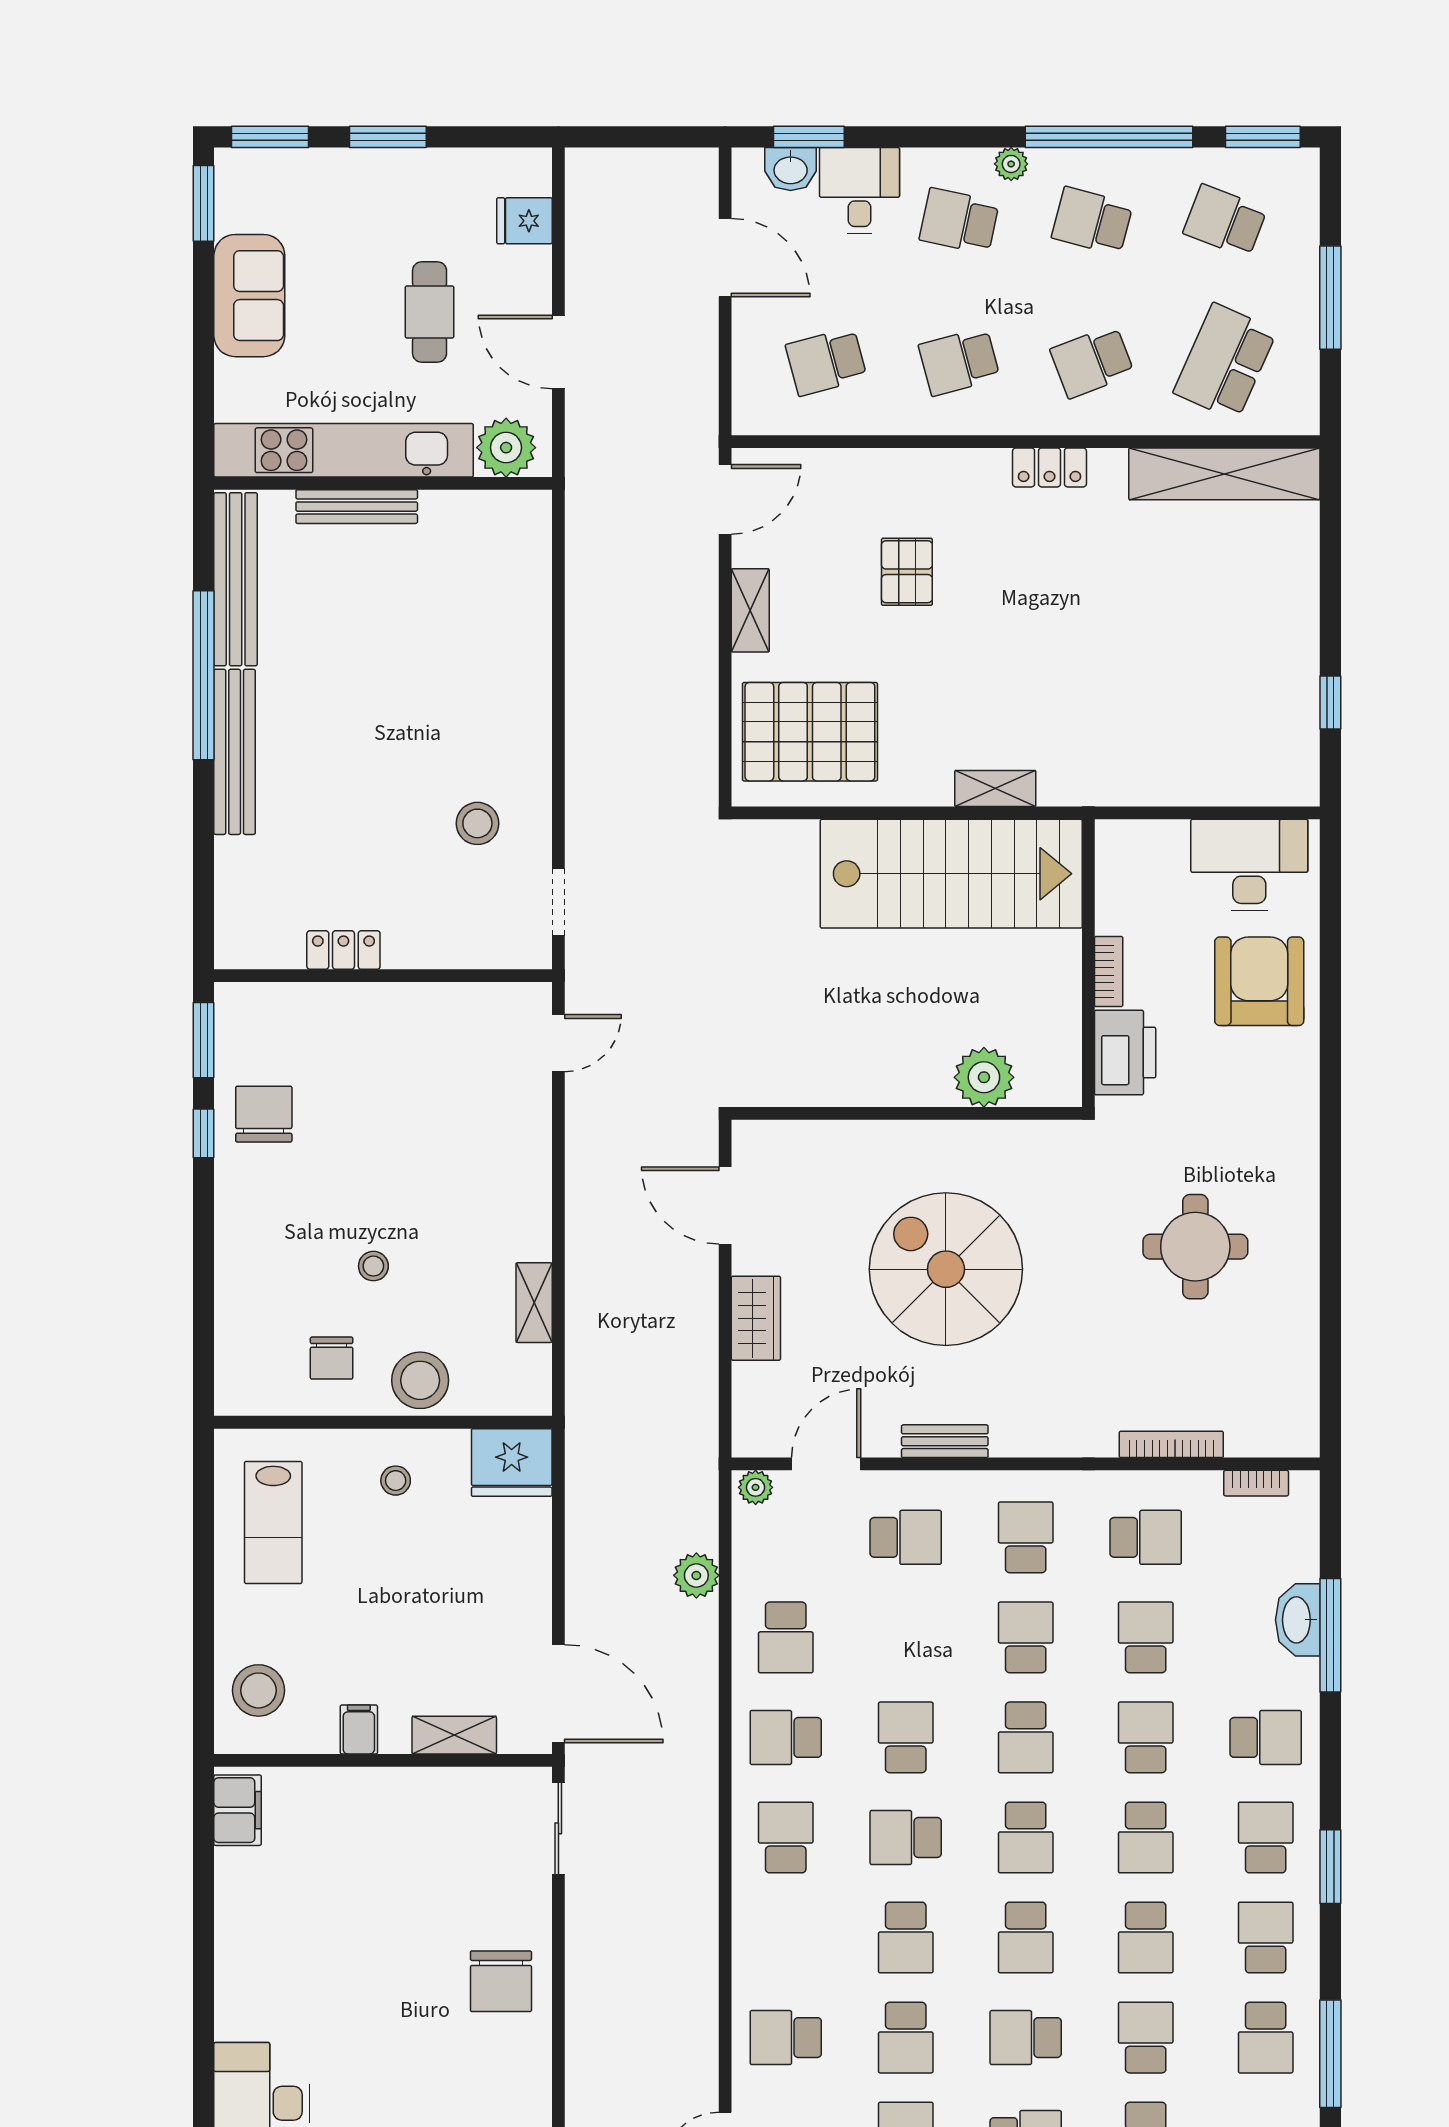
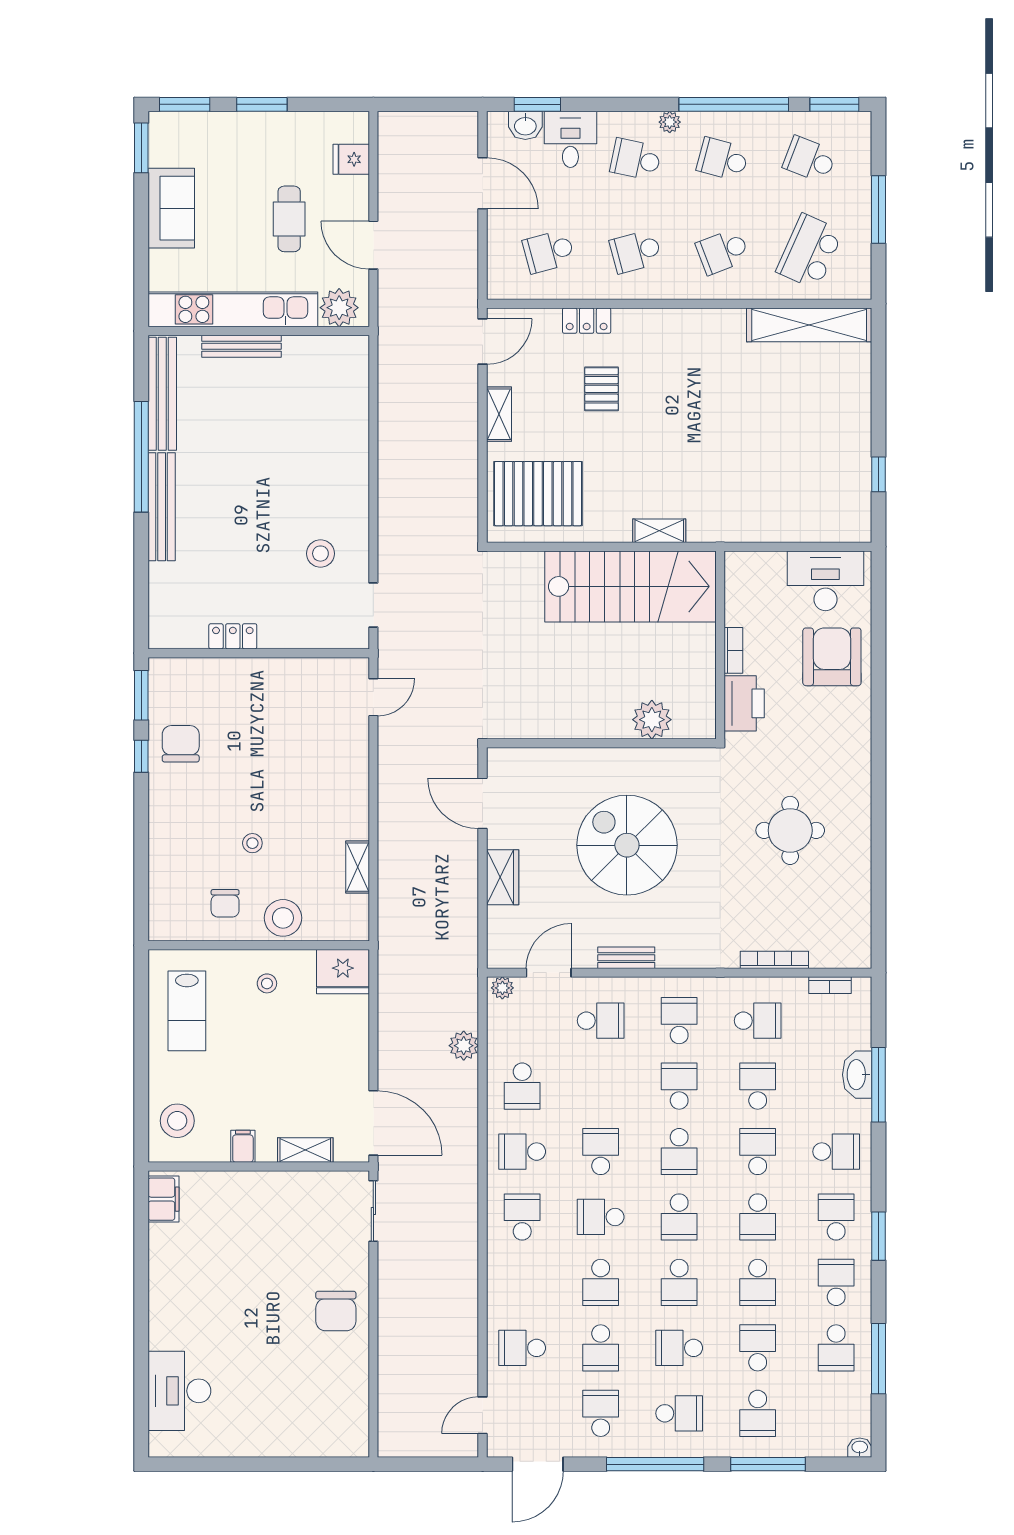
locker: (1049, 467) -> (587, 321), moved

